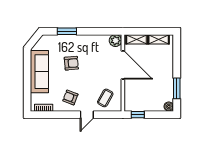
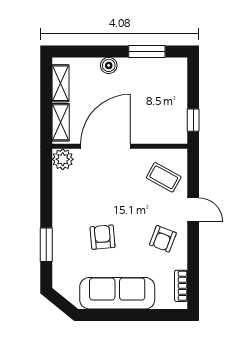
boiler: (169, 106) -> (109, 65), moved

